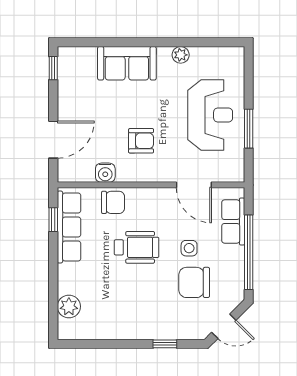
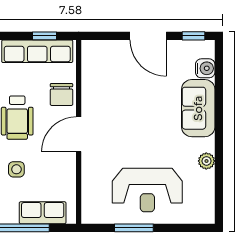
door: (53, 140) -> (148, 36), moved
armchair: (141, 141) -> (122, 122), removed
water cooler: (105, 173) -> (205, 68), moved, turned 180
door: (194, 185) -> (79, 134), moved

